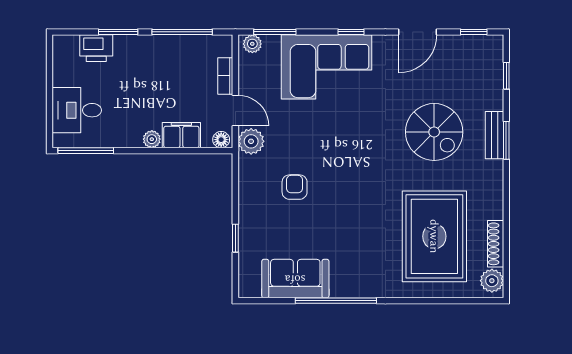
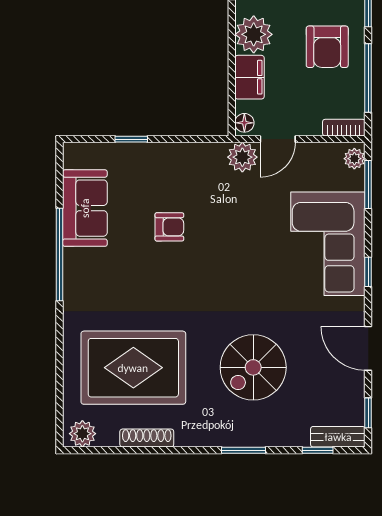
armchair: (155, 68) -> (327, 47), added
bookcase: (225, 76) -> (344, 128), moved
bench: (495, 135) -> (338, 437), moved
plant: (152, 139) -> (254, 34), width x1.87, depth x1.87
armchair: (295, 187) -> (169, 227), moved
shoe rack: (496, 244) -> (147, 438), moved

